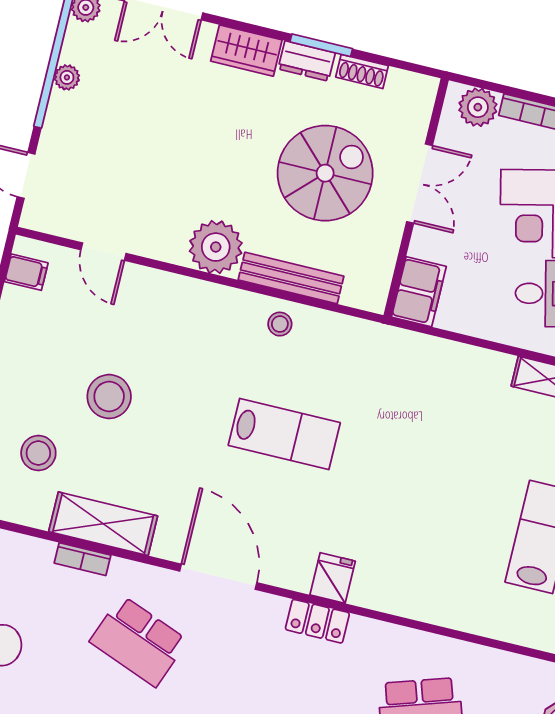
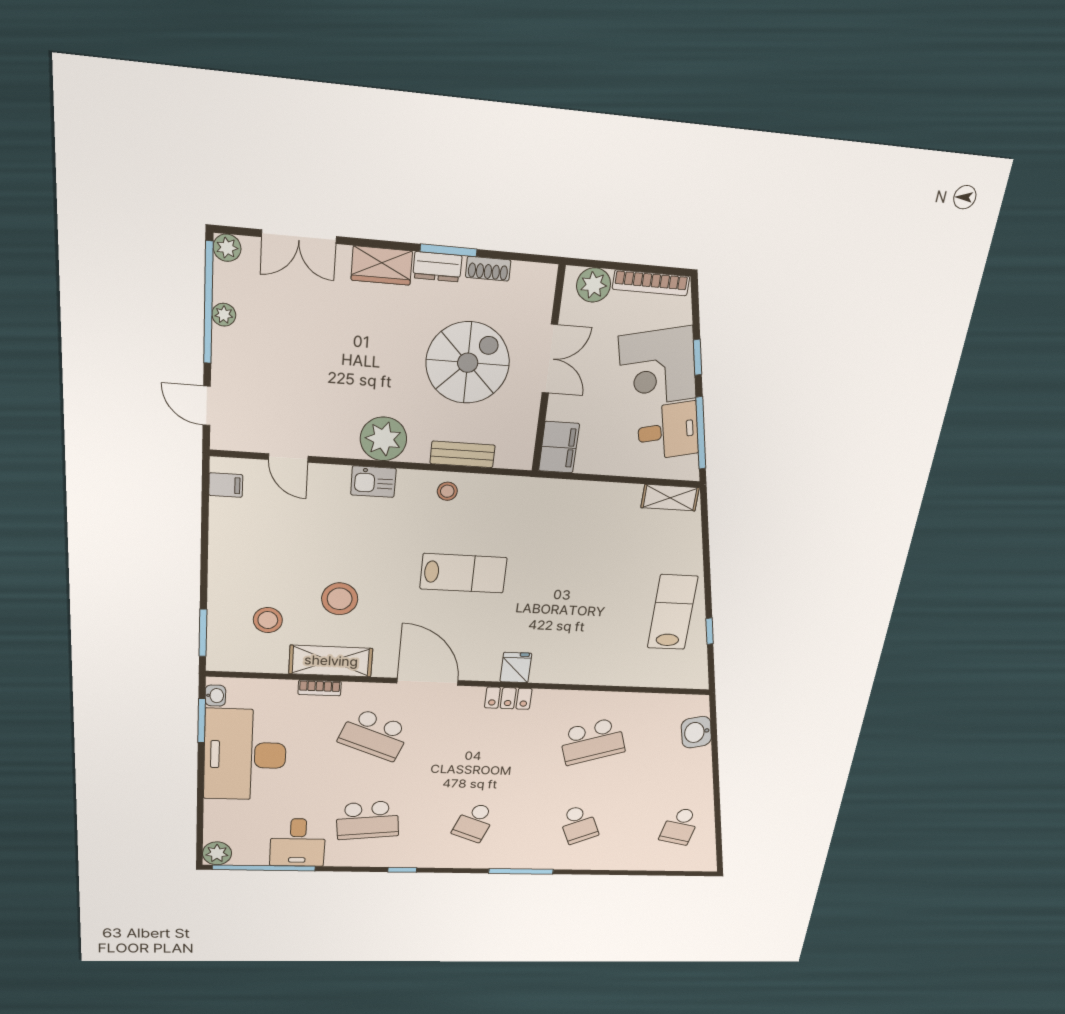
bench: (291, 278) -> (462, 454), width x0.73
kitchen sink: (195, 297) -> (373, 482), added
stool: (109, 397) -> (340, 599), moved

